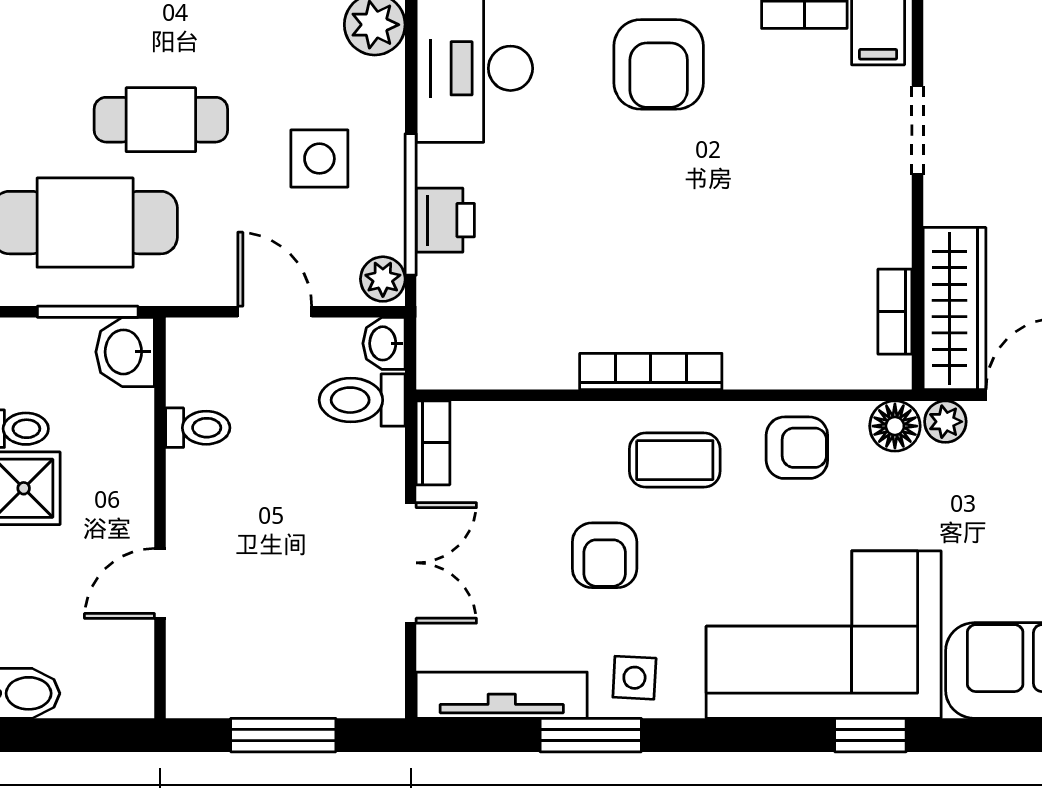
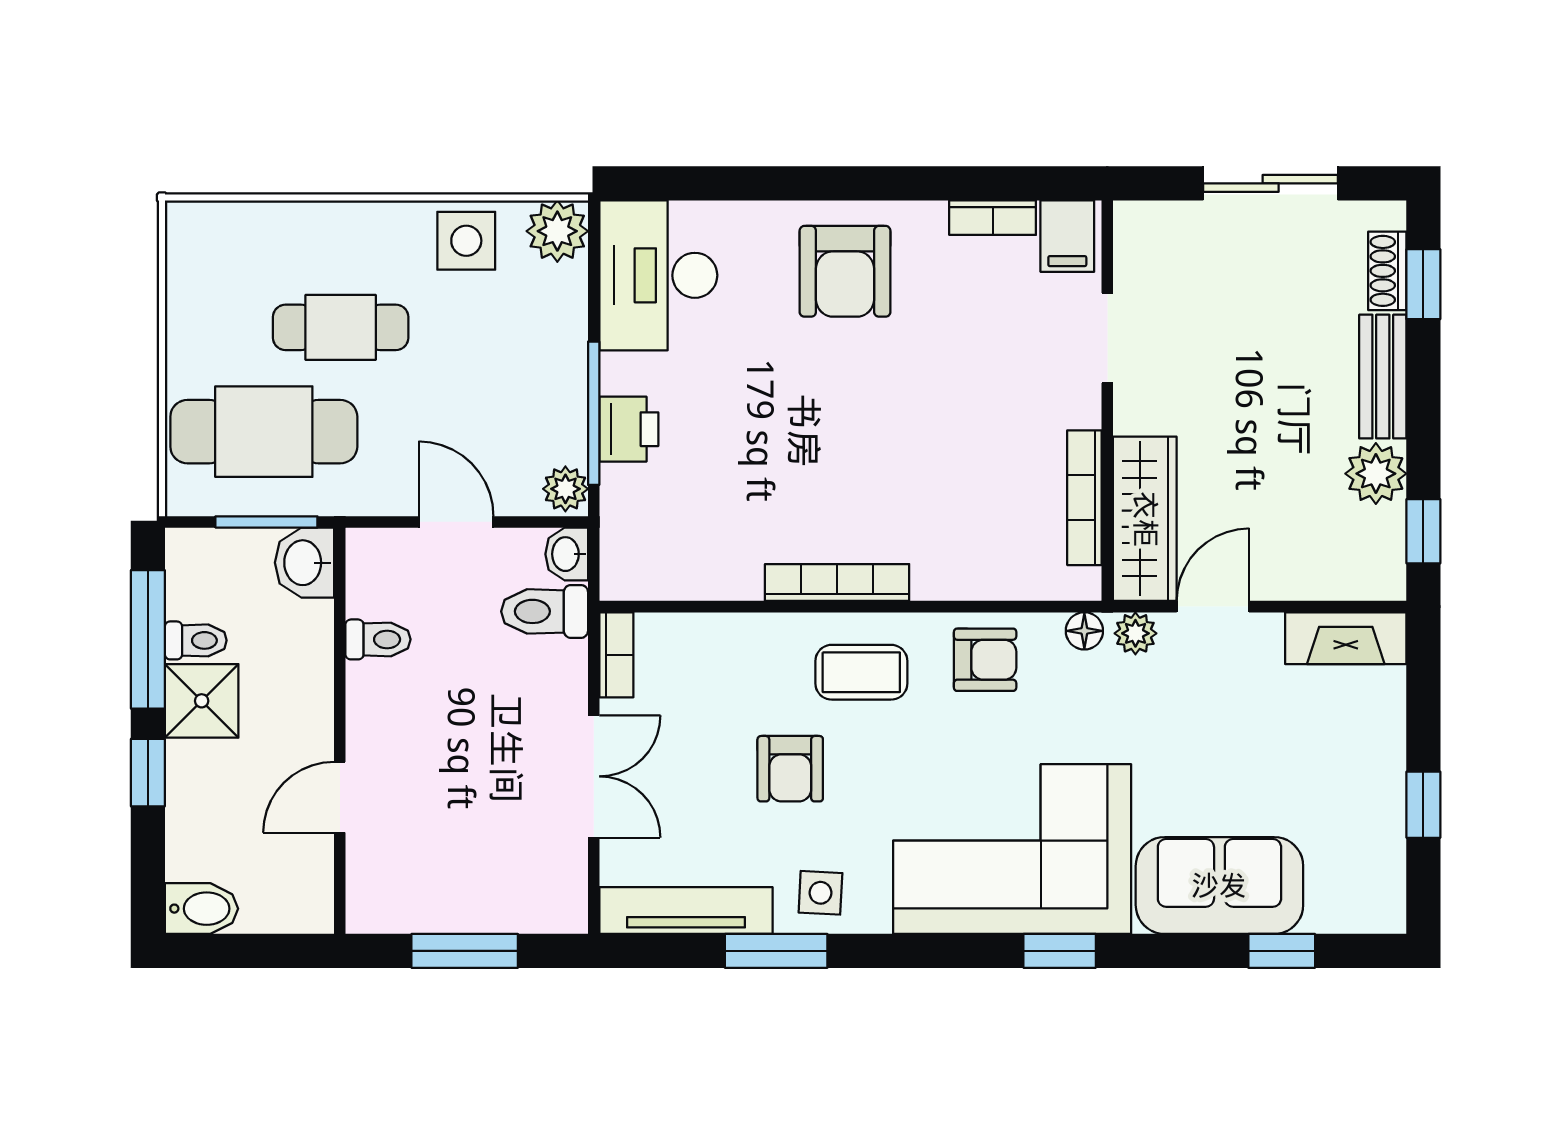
side table: (319, 159) -> (466, 241), moved
bookcase: (895, 312) -> (1084, 498), width x1.56
floor lamp: (895, 426) -> (1084, 631), width x0.73, depth x0.73

